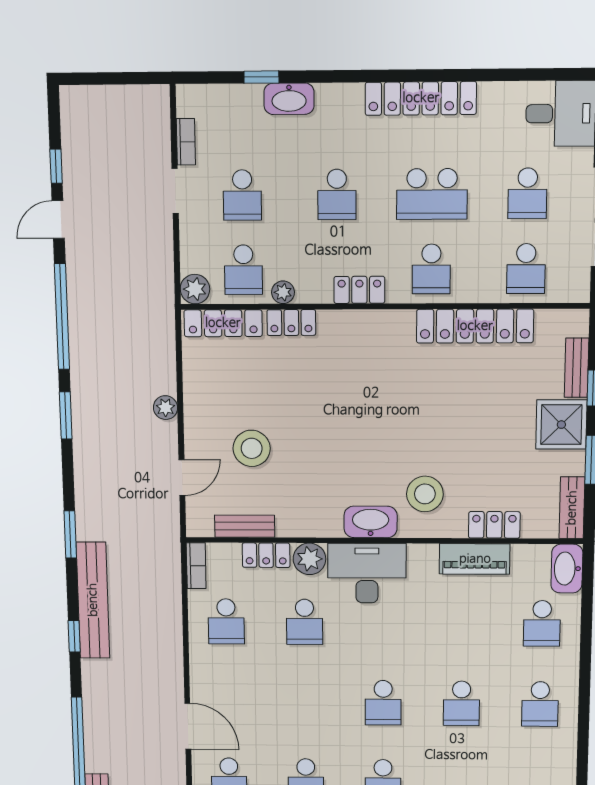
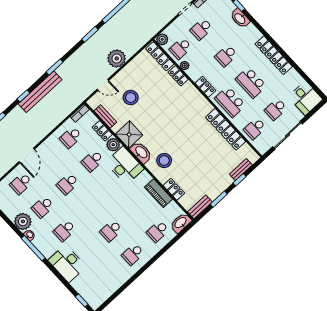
school desk: (431, 269) -> (230, 102), width x1.85
plant: (165, 408) -> (117, 58), width x1.87, depth x1.87
shower: (561, 425) -> (129, 135), moved
school desk: (383, 703) -> (68, 184), moved

